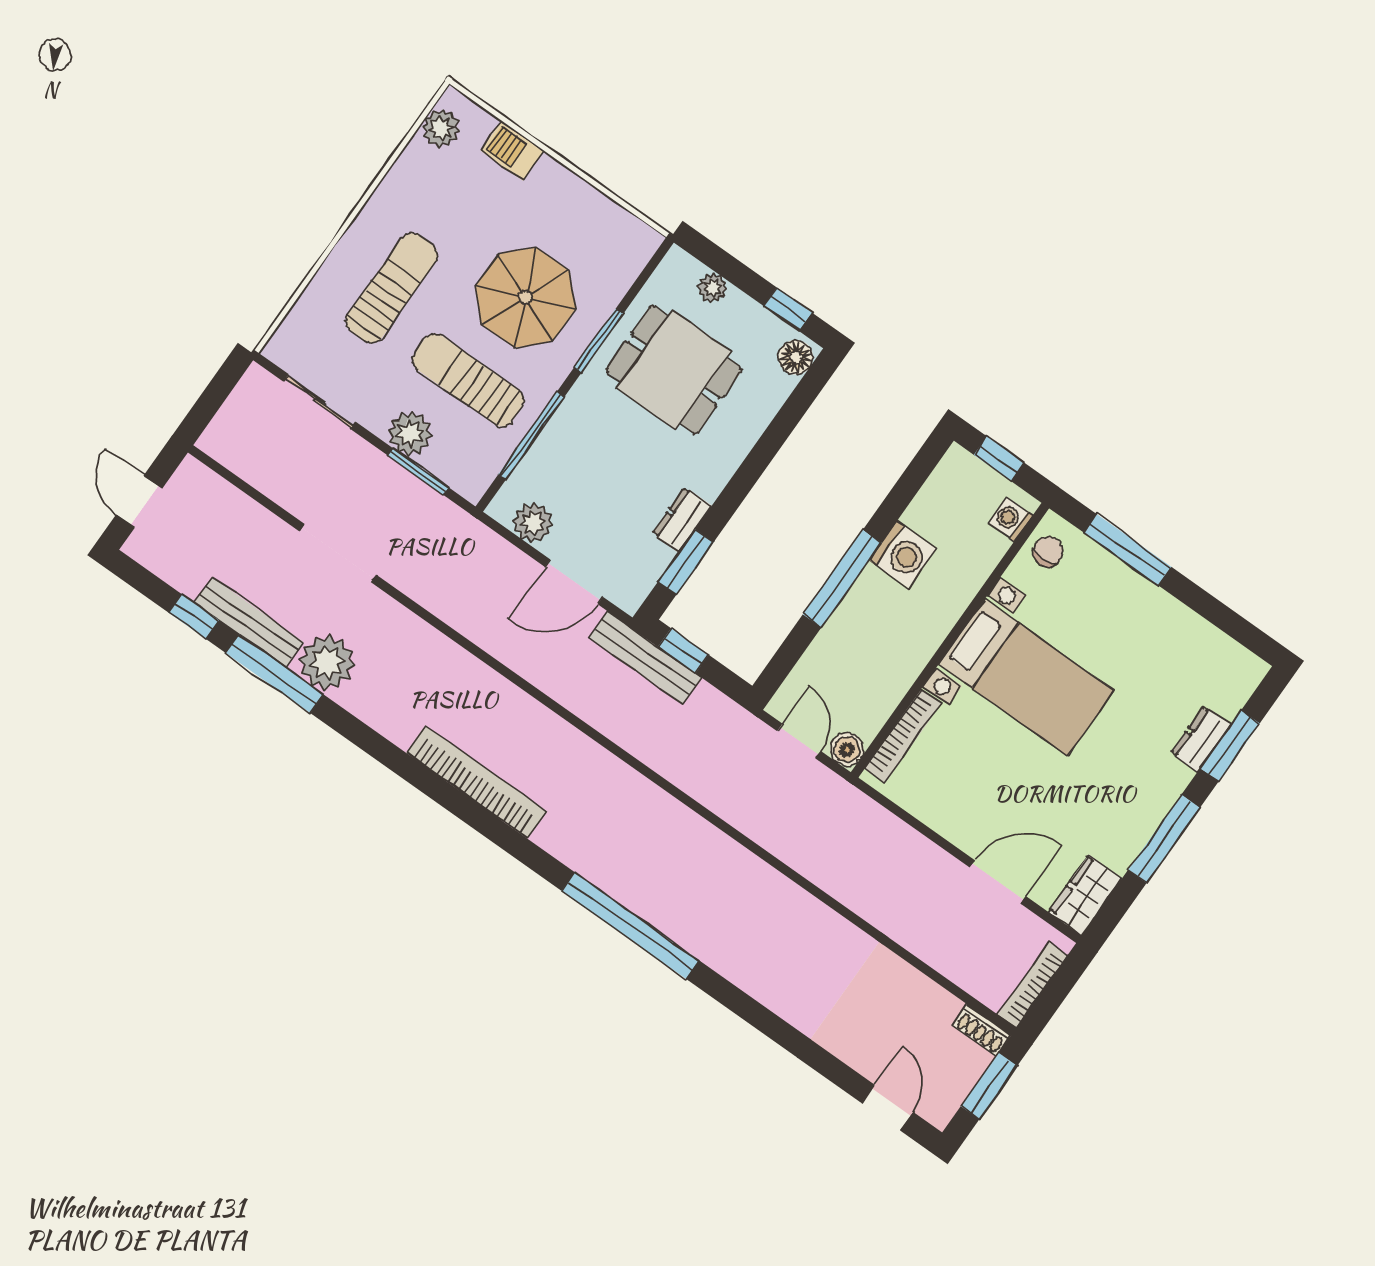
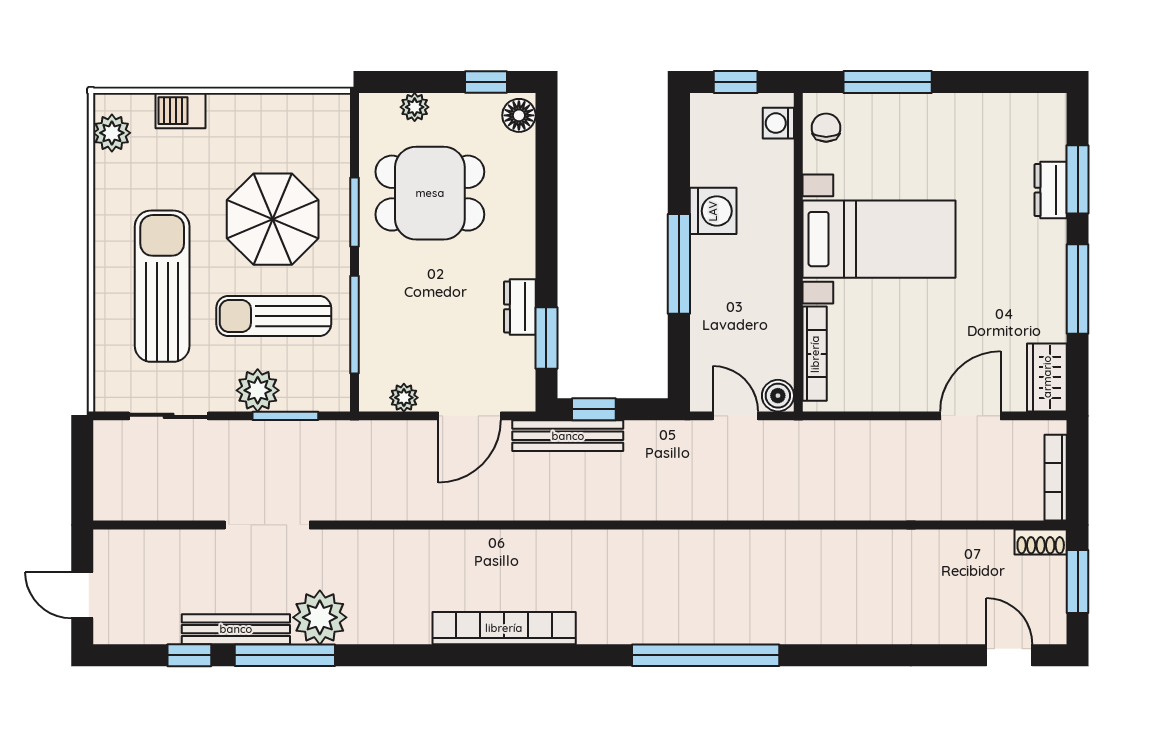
sun lounger: (392, 288) -> (162, 286), width x1.36, depth x1.34
plant: (533, 523) -> (404, 398), width x0.73, depth x0.73

